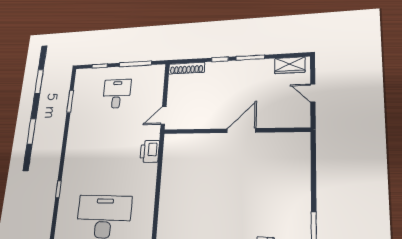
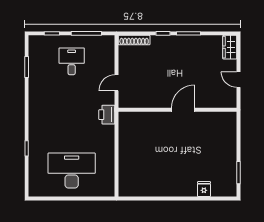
wardrobe: (290, 65) -> (230, 47), moved, turned 90
door: (313, 93) -> (239, 80), moved
wall: (234, 131) -> (178, 110), moved
door: (241, 131) -> (183, 110), moved

